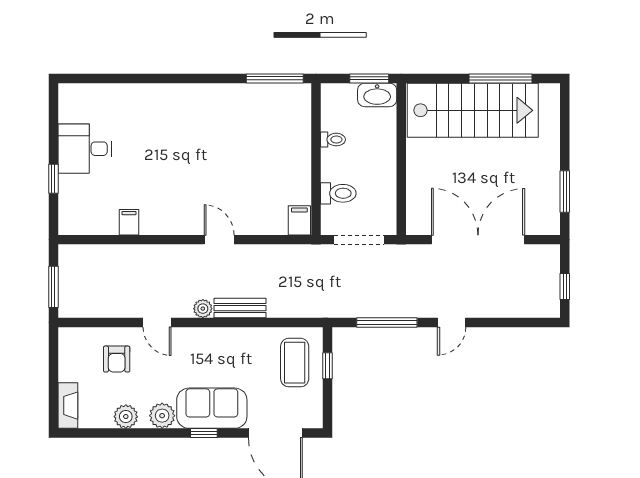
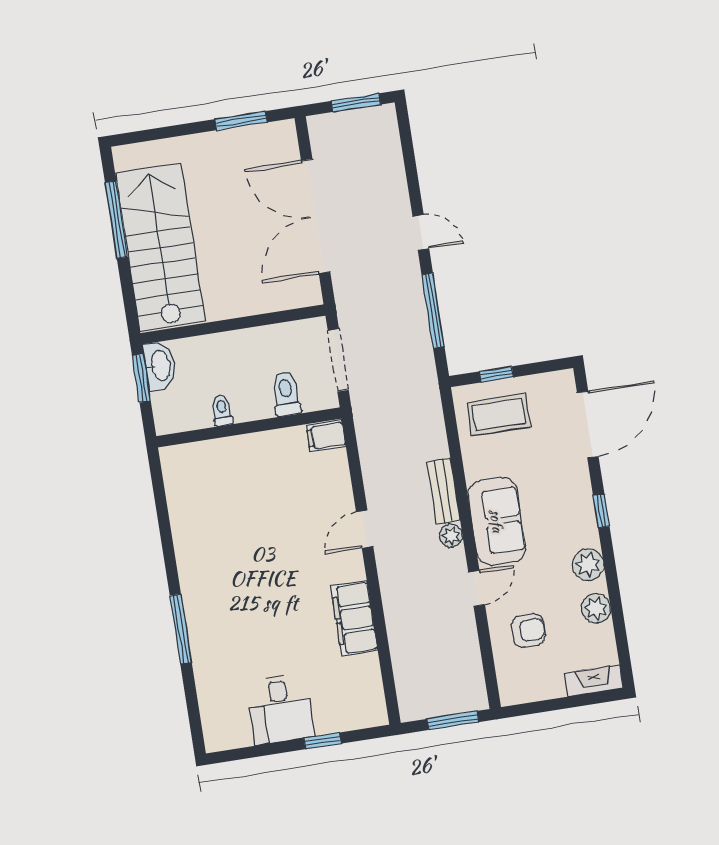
window: (275, 78) -> (181, 629), moved
filing cabinet: (129, 222) -> (354, 618), width x3.00, depth x1.17
window: (565, 287) -> (356, 103), width x1.50
sofa: (212, 408) -> (497, 521), moved, turned 180

